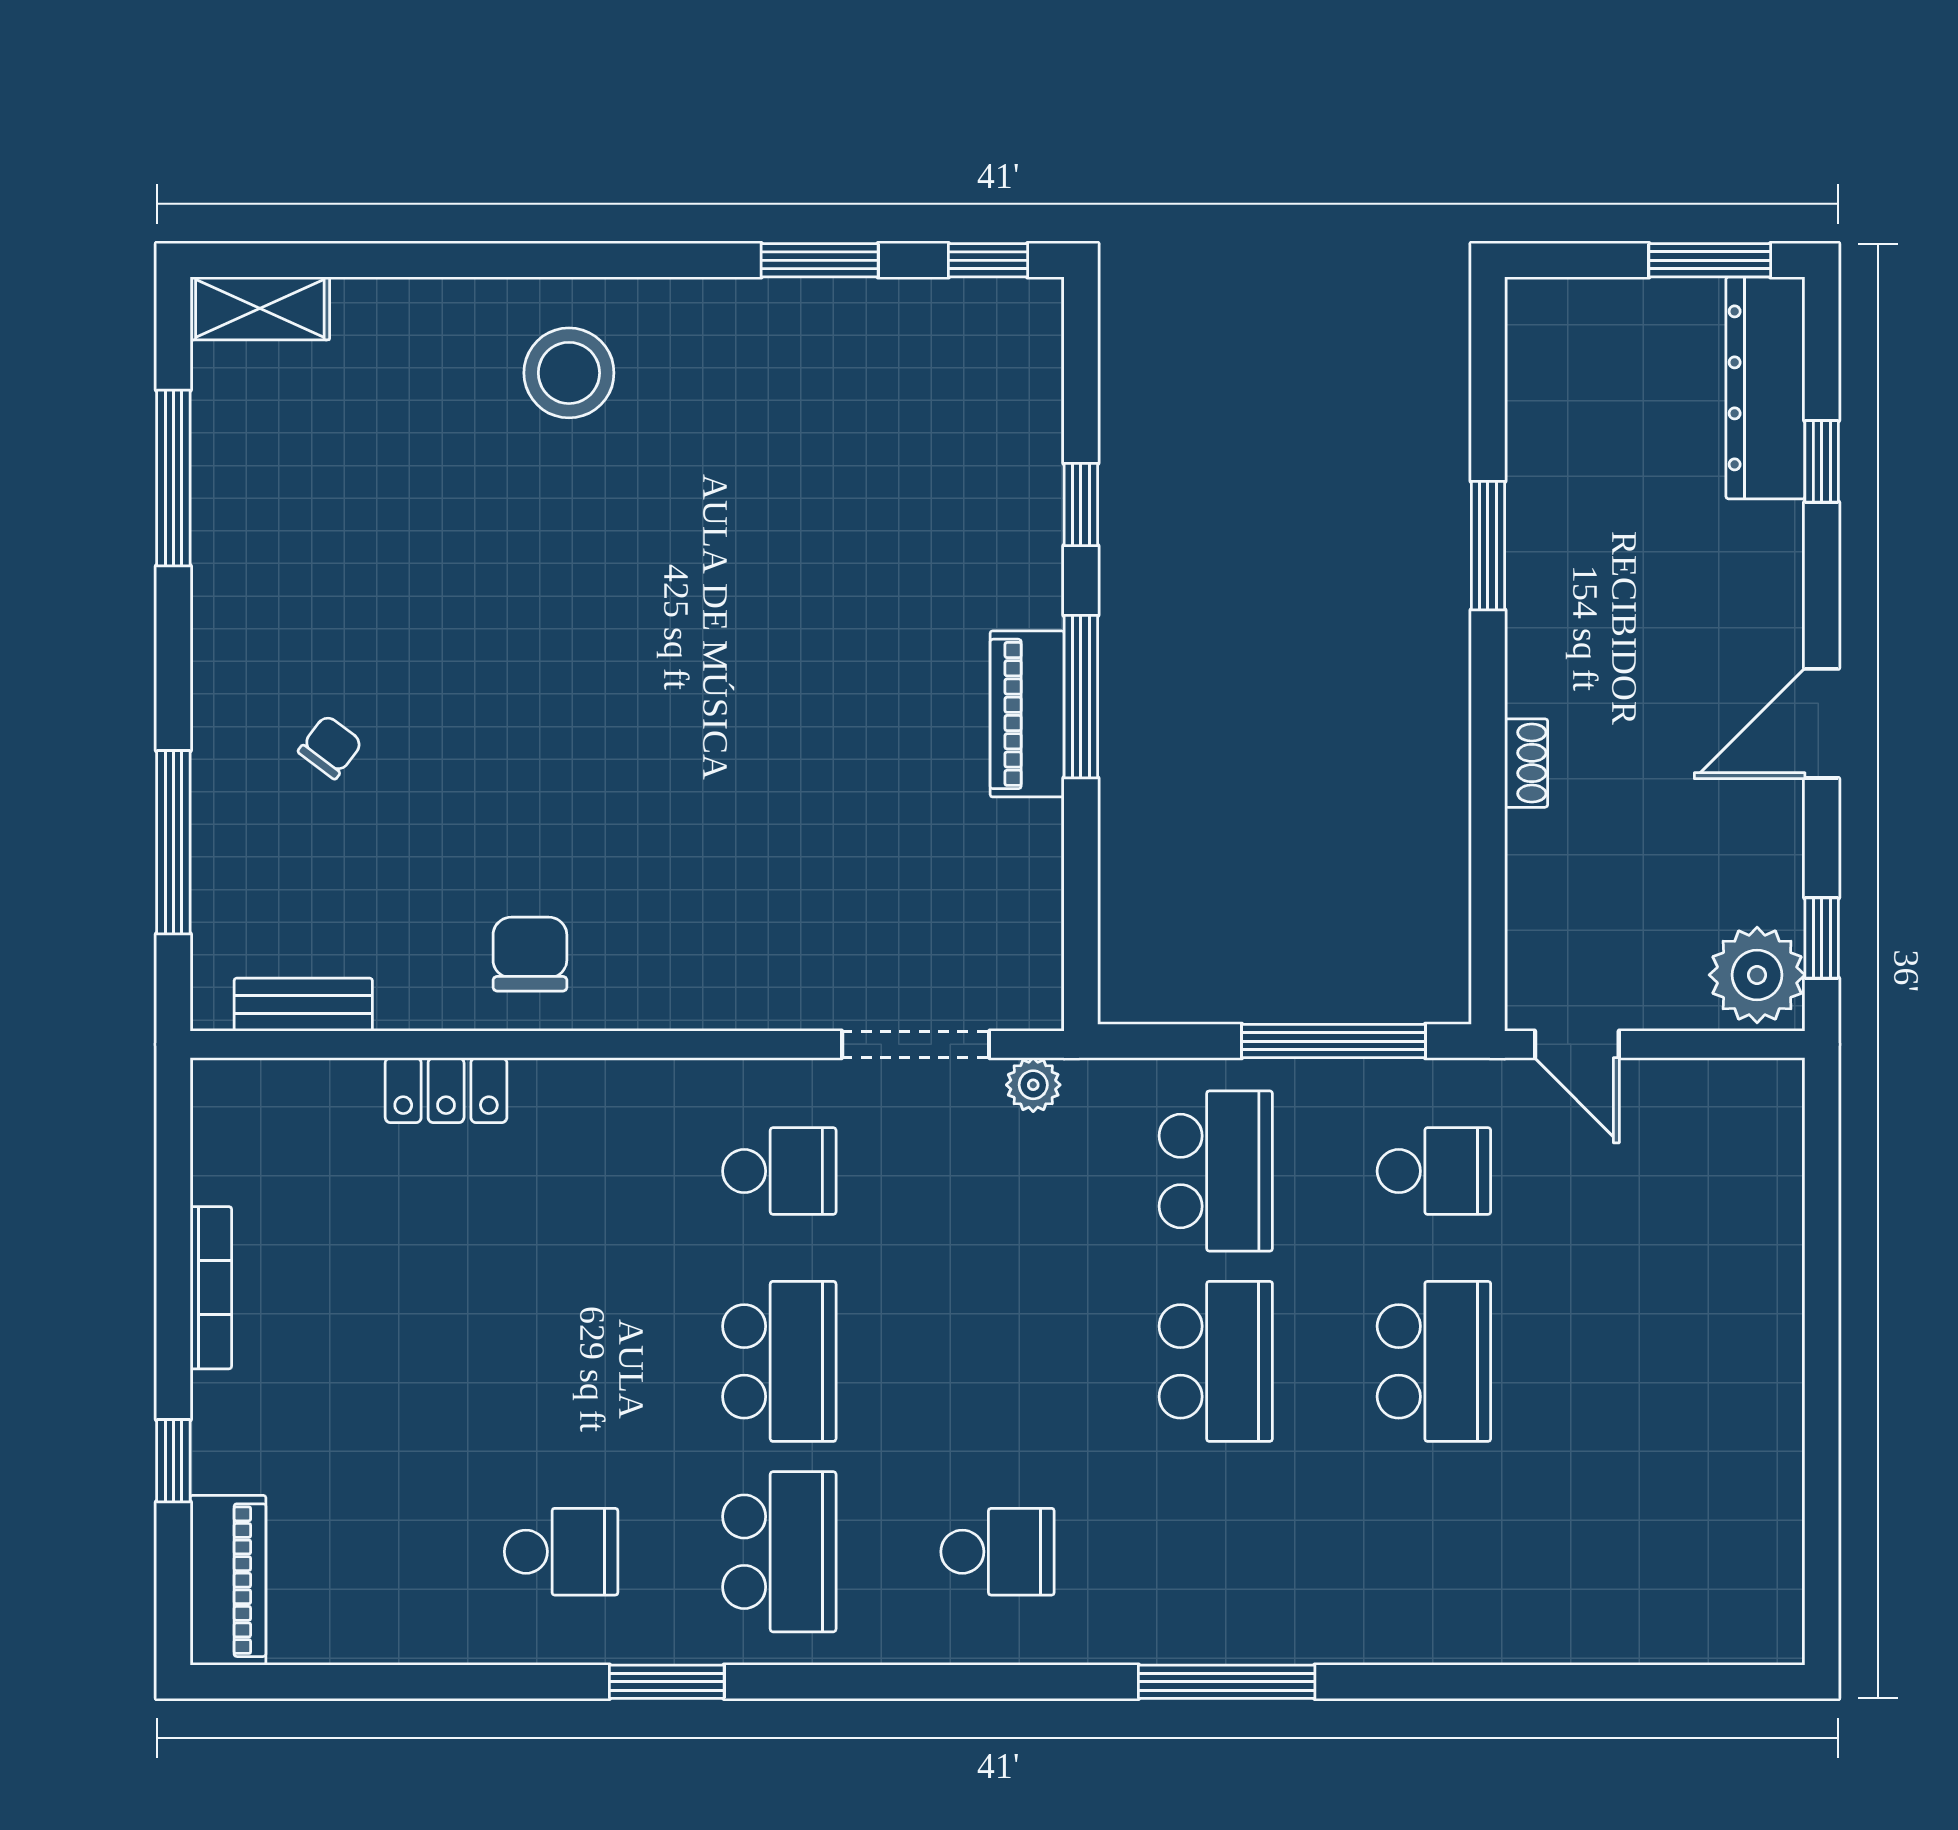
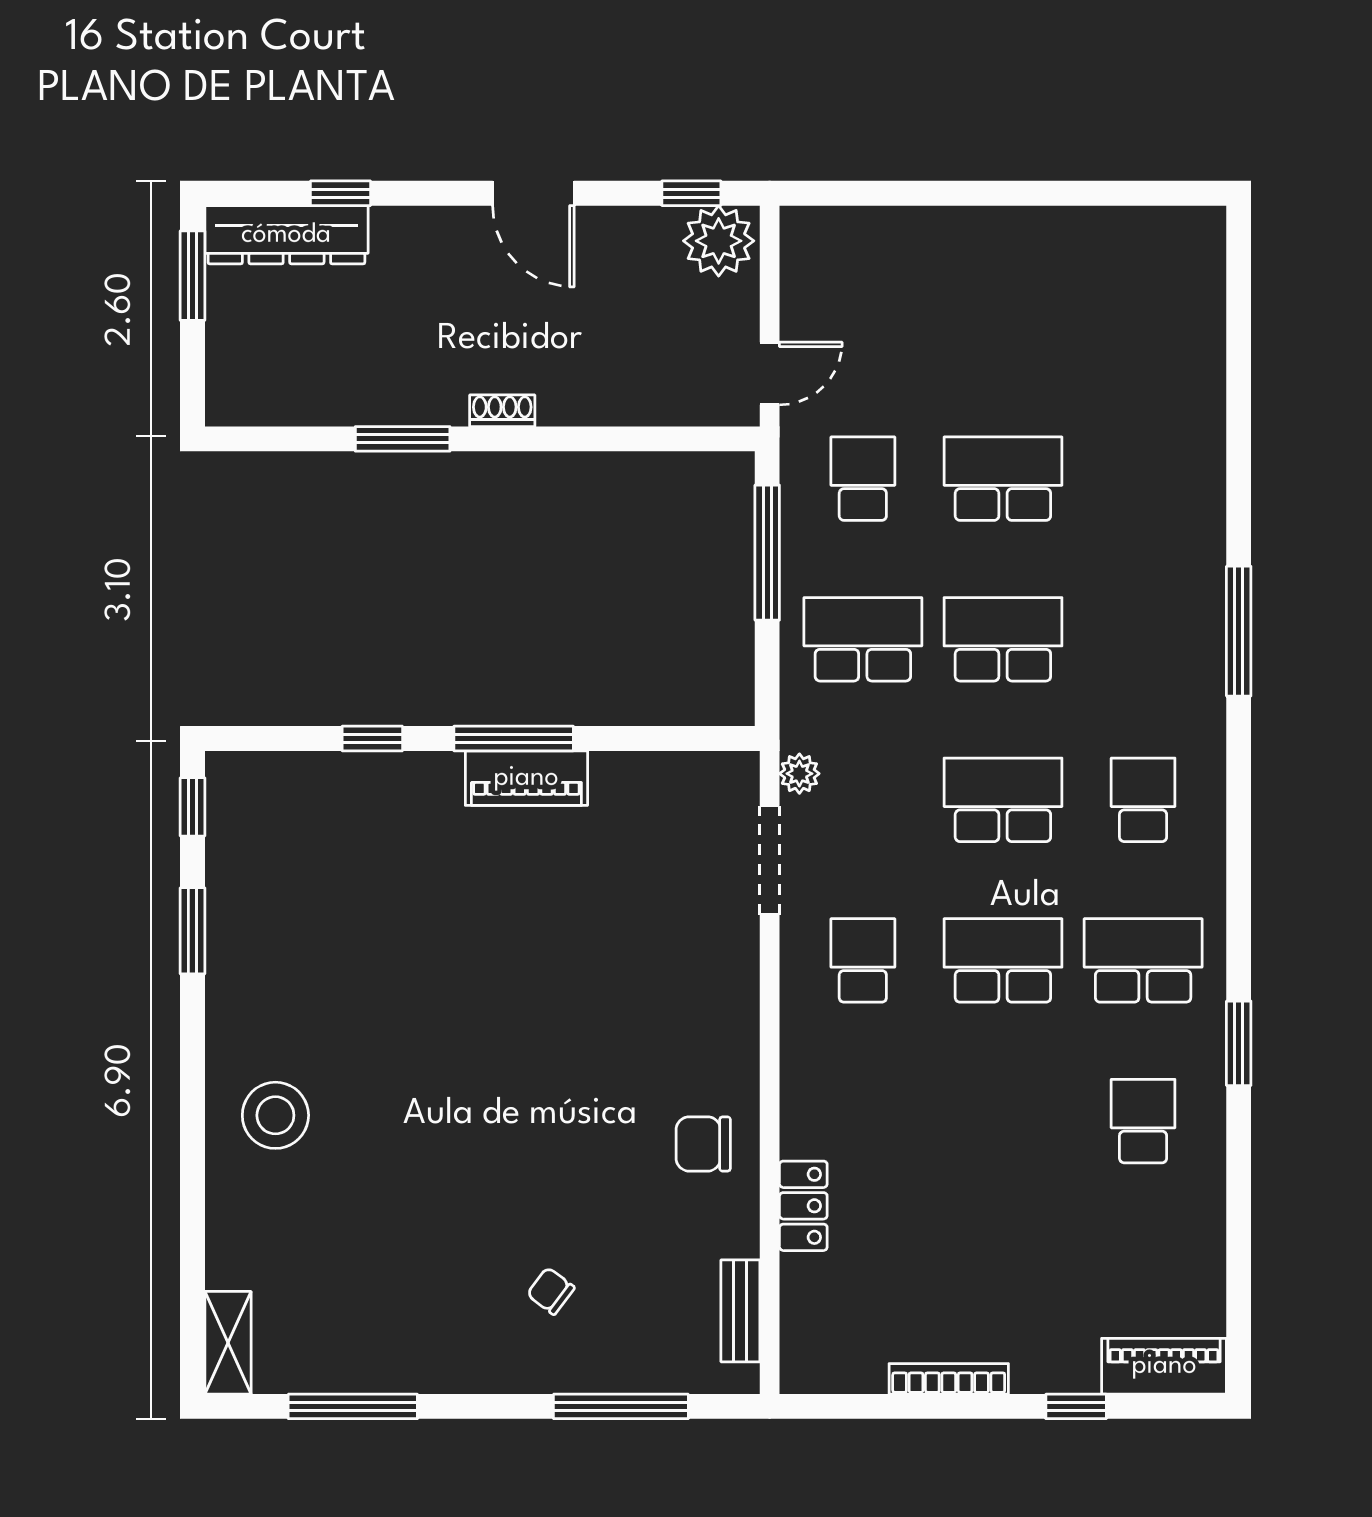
shoe rack: (1526, 763) -> (502, 411), moved
school desk: (998, 1361) -> (1003, 800), added

